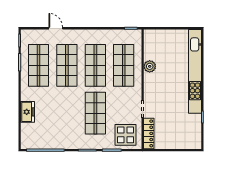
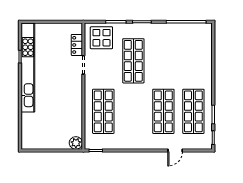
door: (56, 28) -> (175, 150), hinge flipped
shop shelf: (95, 65) -> (133, 111), removed
plant: (150, 66) -> (76, 143), moved
kitchen unit: (195, 71) -> (28, 68), moved
freezer: (28, 112) -> (205, 62), removed
locker: (149, 133) -> (77, 45), width x0.66

